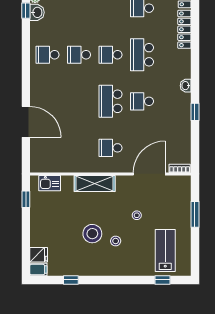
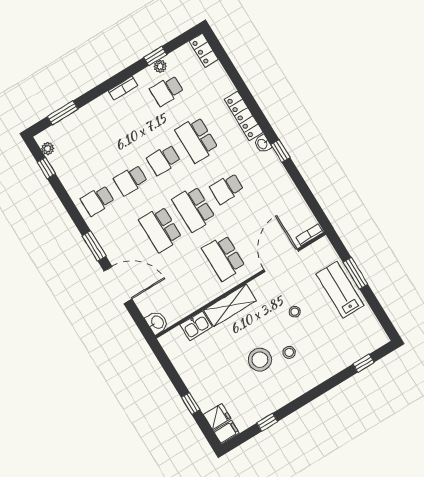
washbasin: (37, 12) -> (157, 322), moved
locker: (184, 29) -> (244, 116), moved
window: (26, 85) -> (94, 246), added
school desk: (79, 101) -> (161, 229), added
window: (195, 112) -> (280, 151), moved
school desk: (110, 148) -> (224, 258), width x1.85
kitchen sink: (50, 183) -> (196, 326), moved
window: (26, 199) -> (191, 404), moved
lab bench: (165, 250) -> (340, 290), moved

